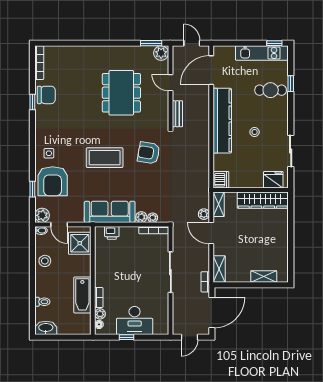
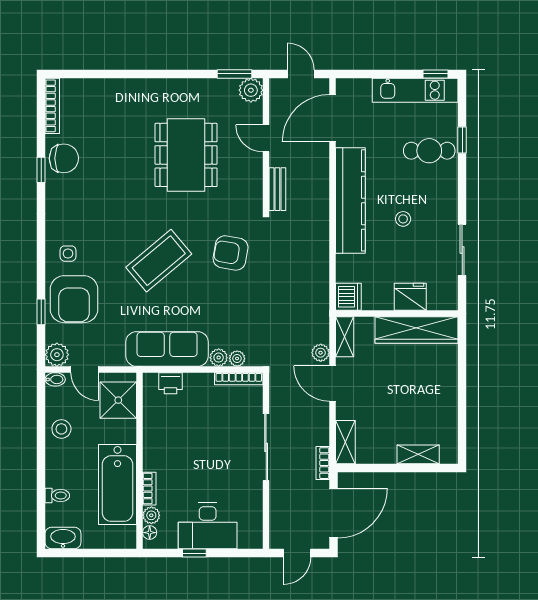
coffee table: (105, 158) -> (159, 261), turned -40
fridge: (273, 180) -> (410, 297), moved
bathtub: (82, 295) -> (117, 484), width x1.36, depth x1.36

